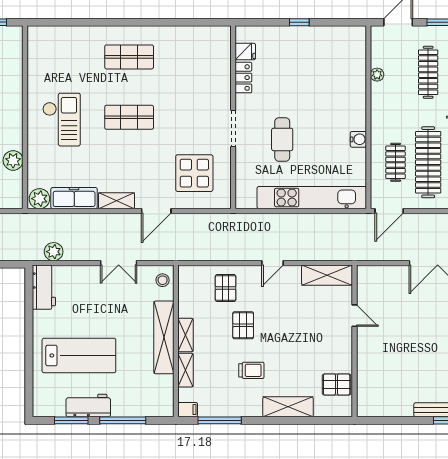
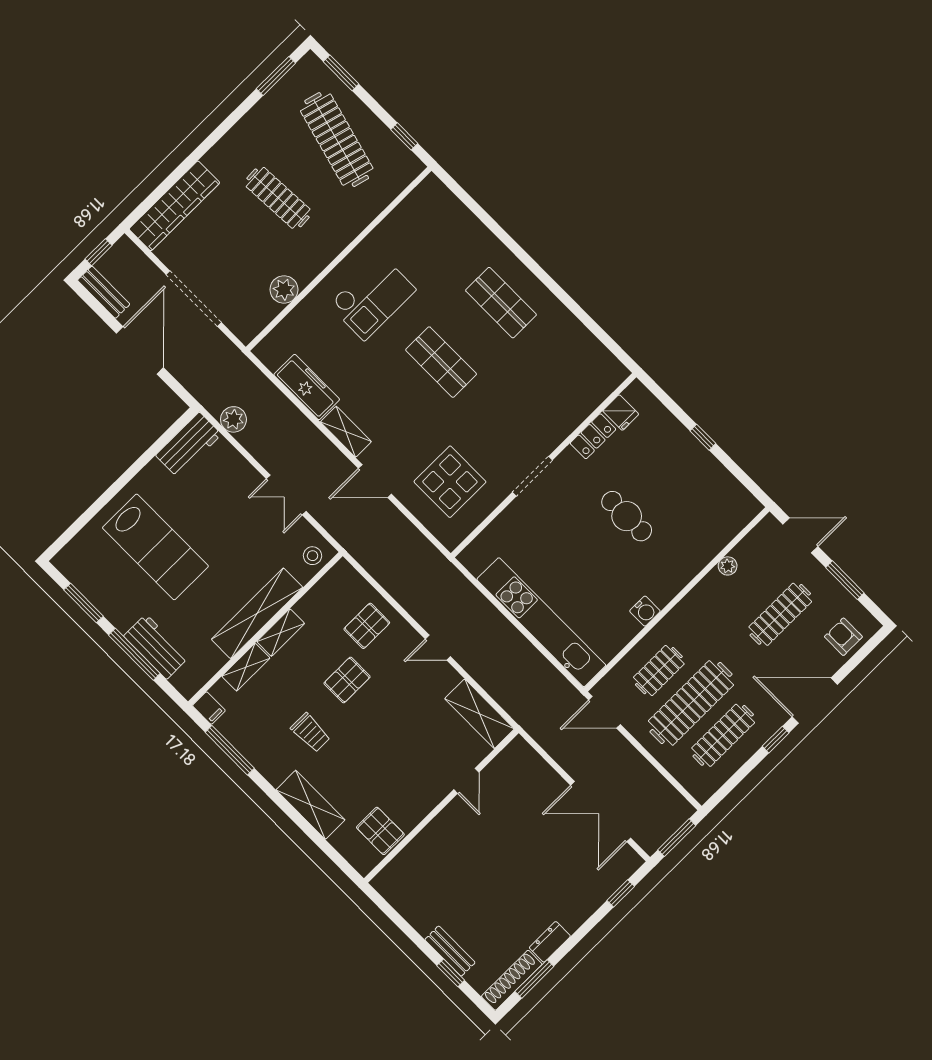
cafe table: (282, 139) -> (627, 516), moved, turned 90
plant: (39, 199) -> (272, 353), removed
workbench: (88, 405) -> (156, 647), moved

